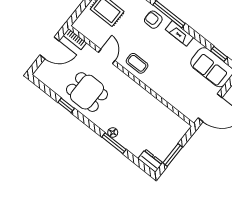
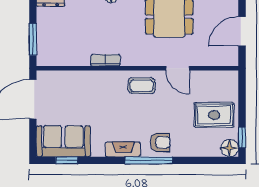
bookcase: (75, 39) -> (105, 60), moved
window: (173, 155) -> (33, 39), moved

